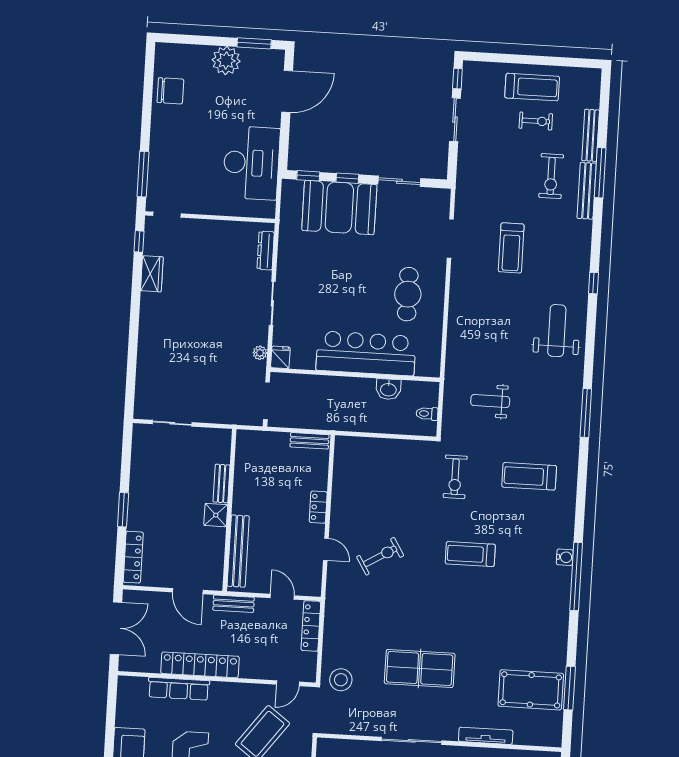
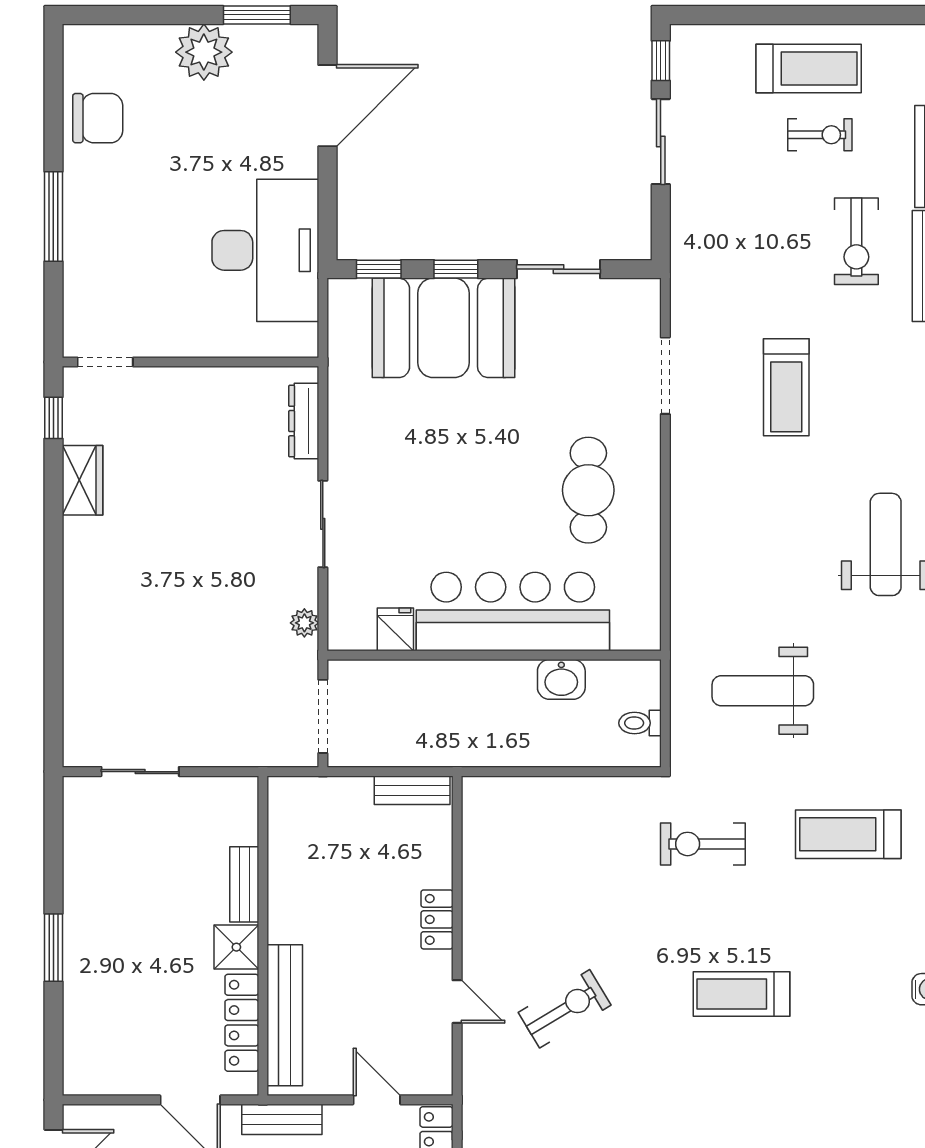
window: (143, 174) -> (53, 216), moved
fridge: (280, 357) -> (395, 629), moved
weight bench: (490, 401) -> (763, 691), width x1.36, depth x1.33
exercise bike: (455, 477) -> (703, 844), turned 90
locker: (133, 557) -> (242, 1023), moved, turned 180

